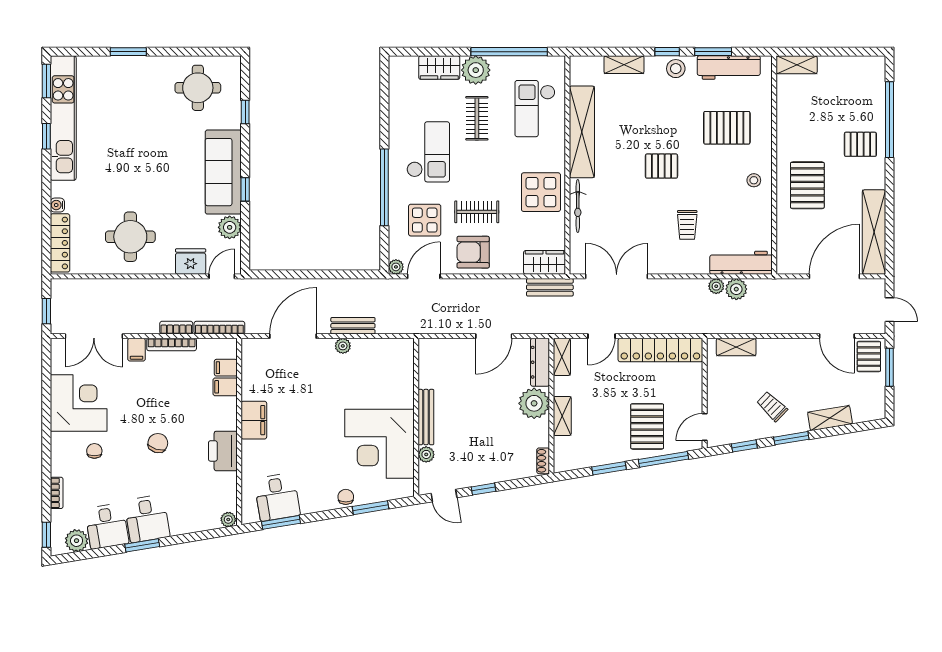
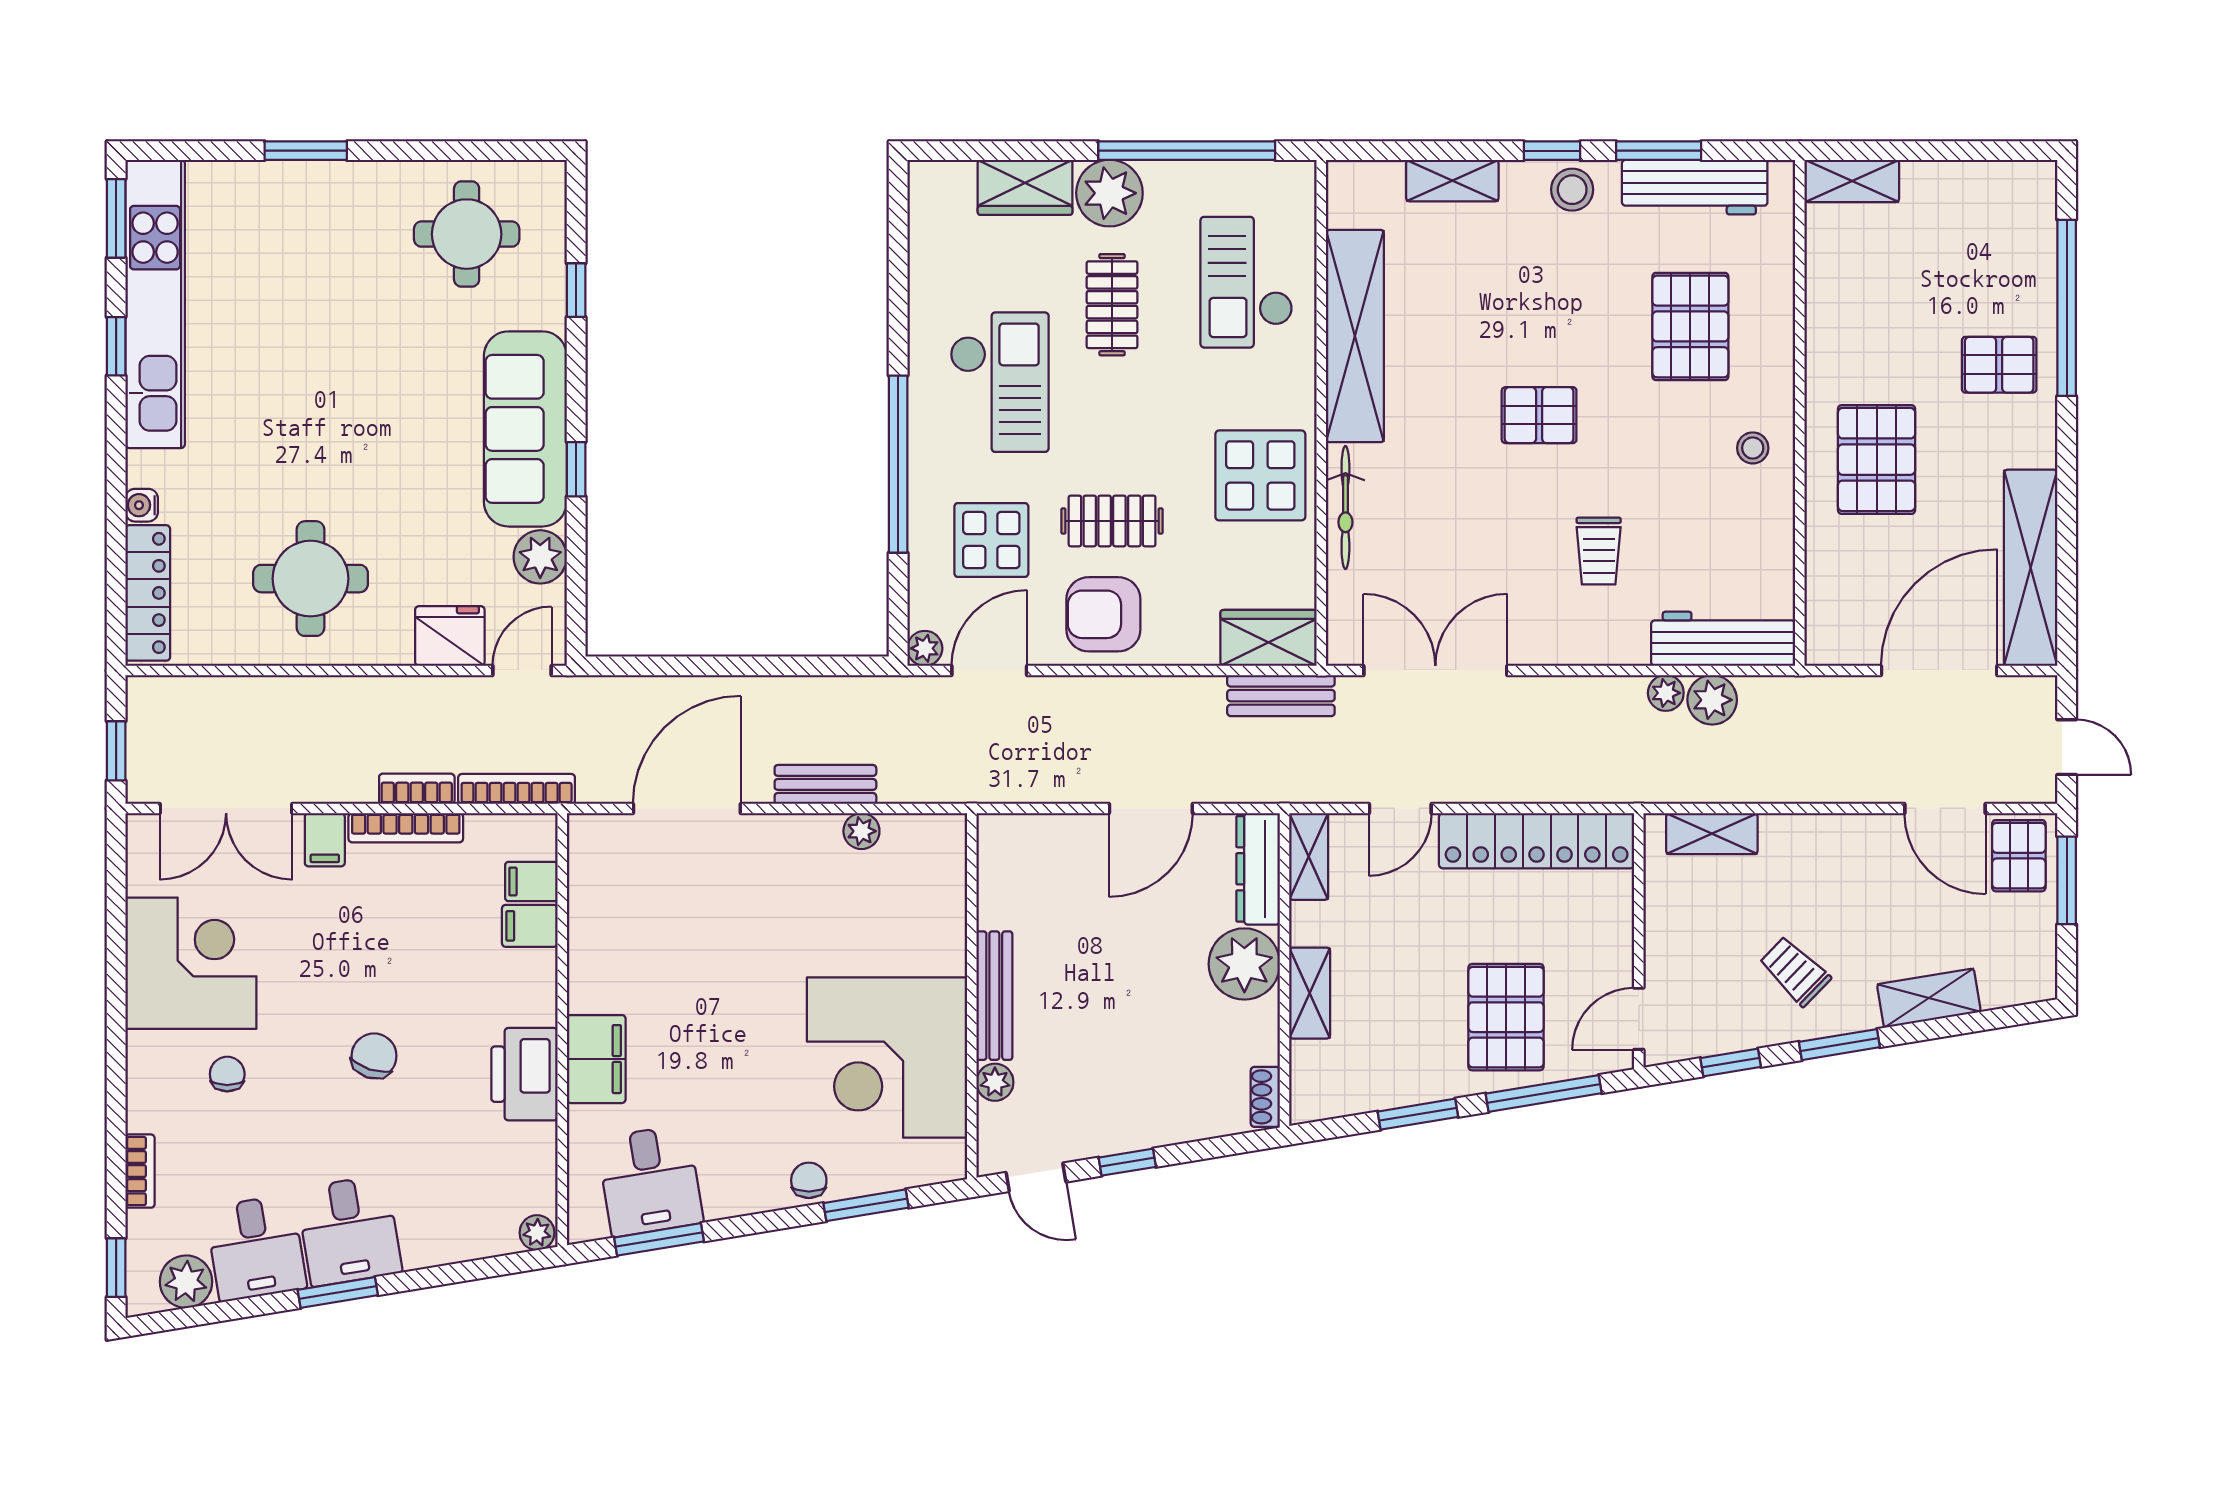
pallet: (727, 128) -> (1690, 326), turned 90
plant: (343, 346) -> (861, 831), moved
filing cabinet: (254, 420) -> (596, 1059), moved

